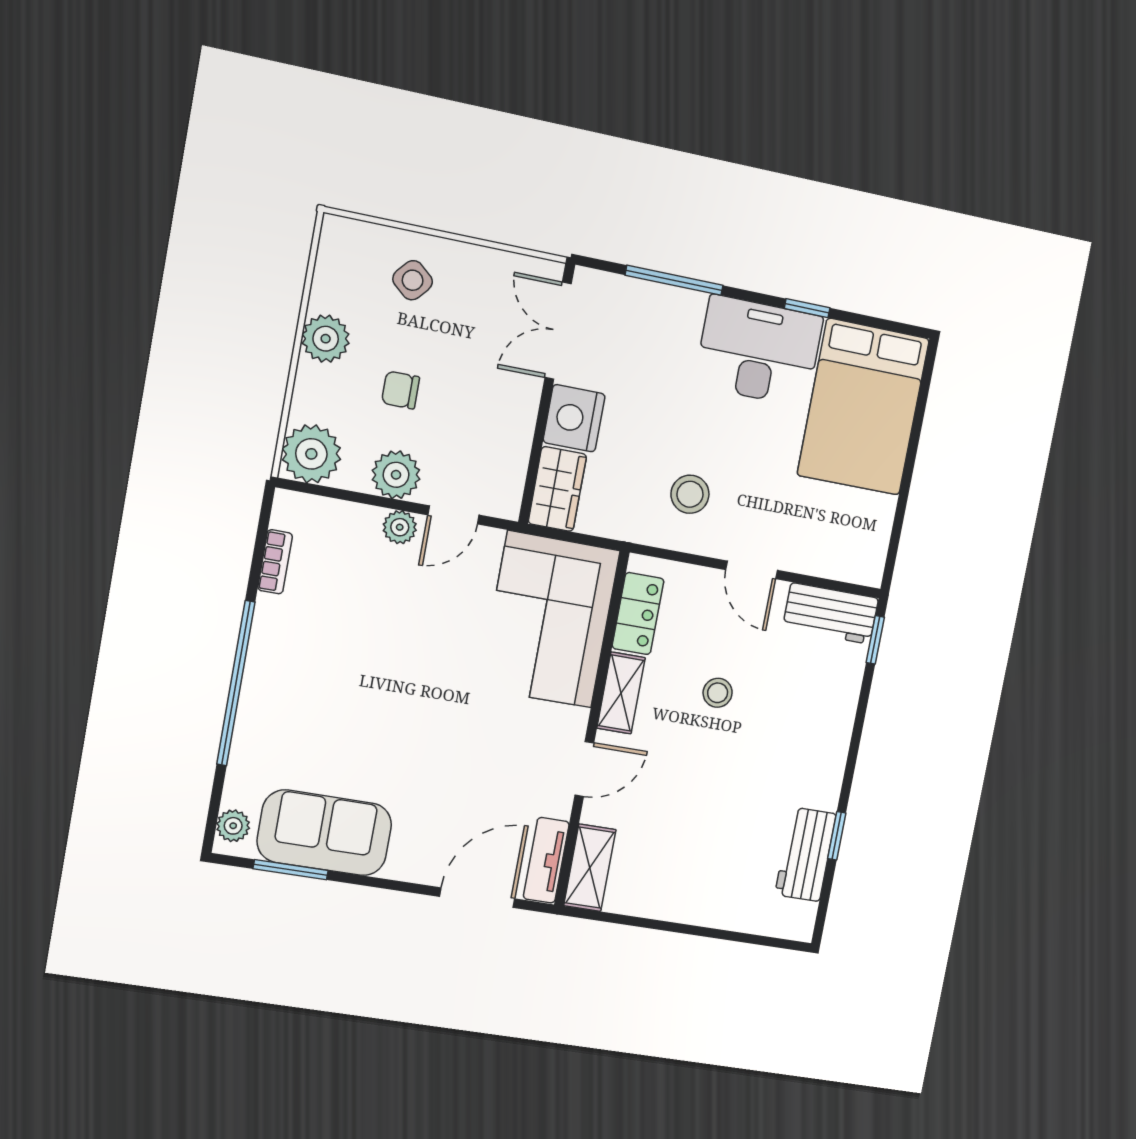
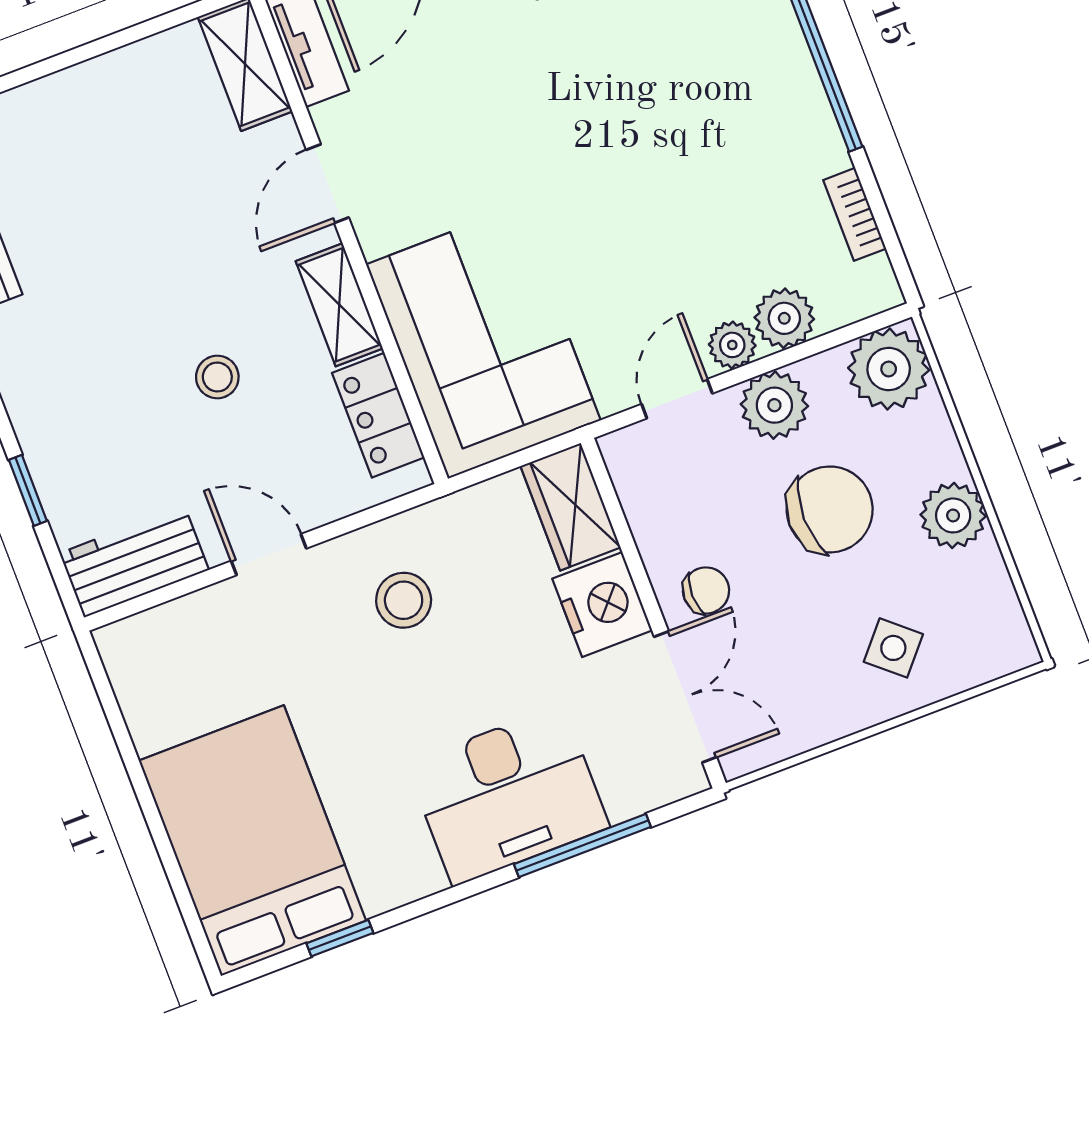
window: (807, 308) -> (340, 938), moved
desk: (759, 351) -> (508, 795), moved
chair: (506, 388) -> (706, 590), added
chair: (401, 390) -> (830, 509), width x1.87, depth x1.87
plant: (358, 524) -> (784, 318), added
window: (875, 640) -> (28, 490), moved

